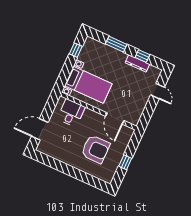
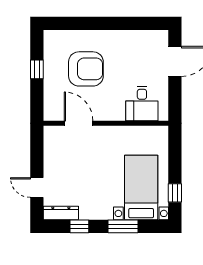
dresser: (137, 63) -> (61, 213), moved
bed with nightstands: (88, 85) -> (141, 188), moved, turned 90
armchair: (95, 149) -> (86, 69), turned 180

